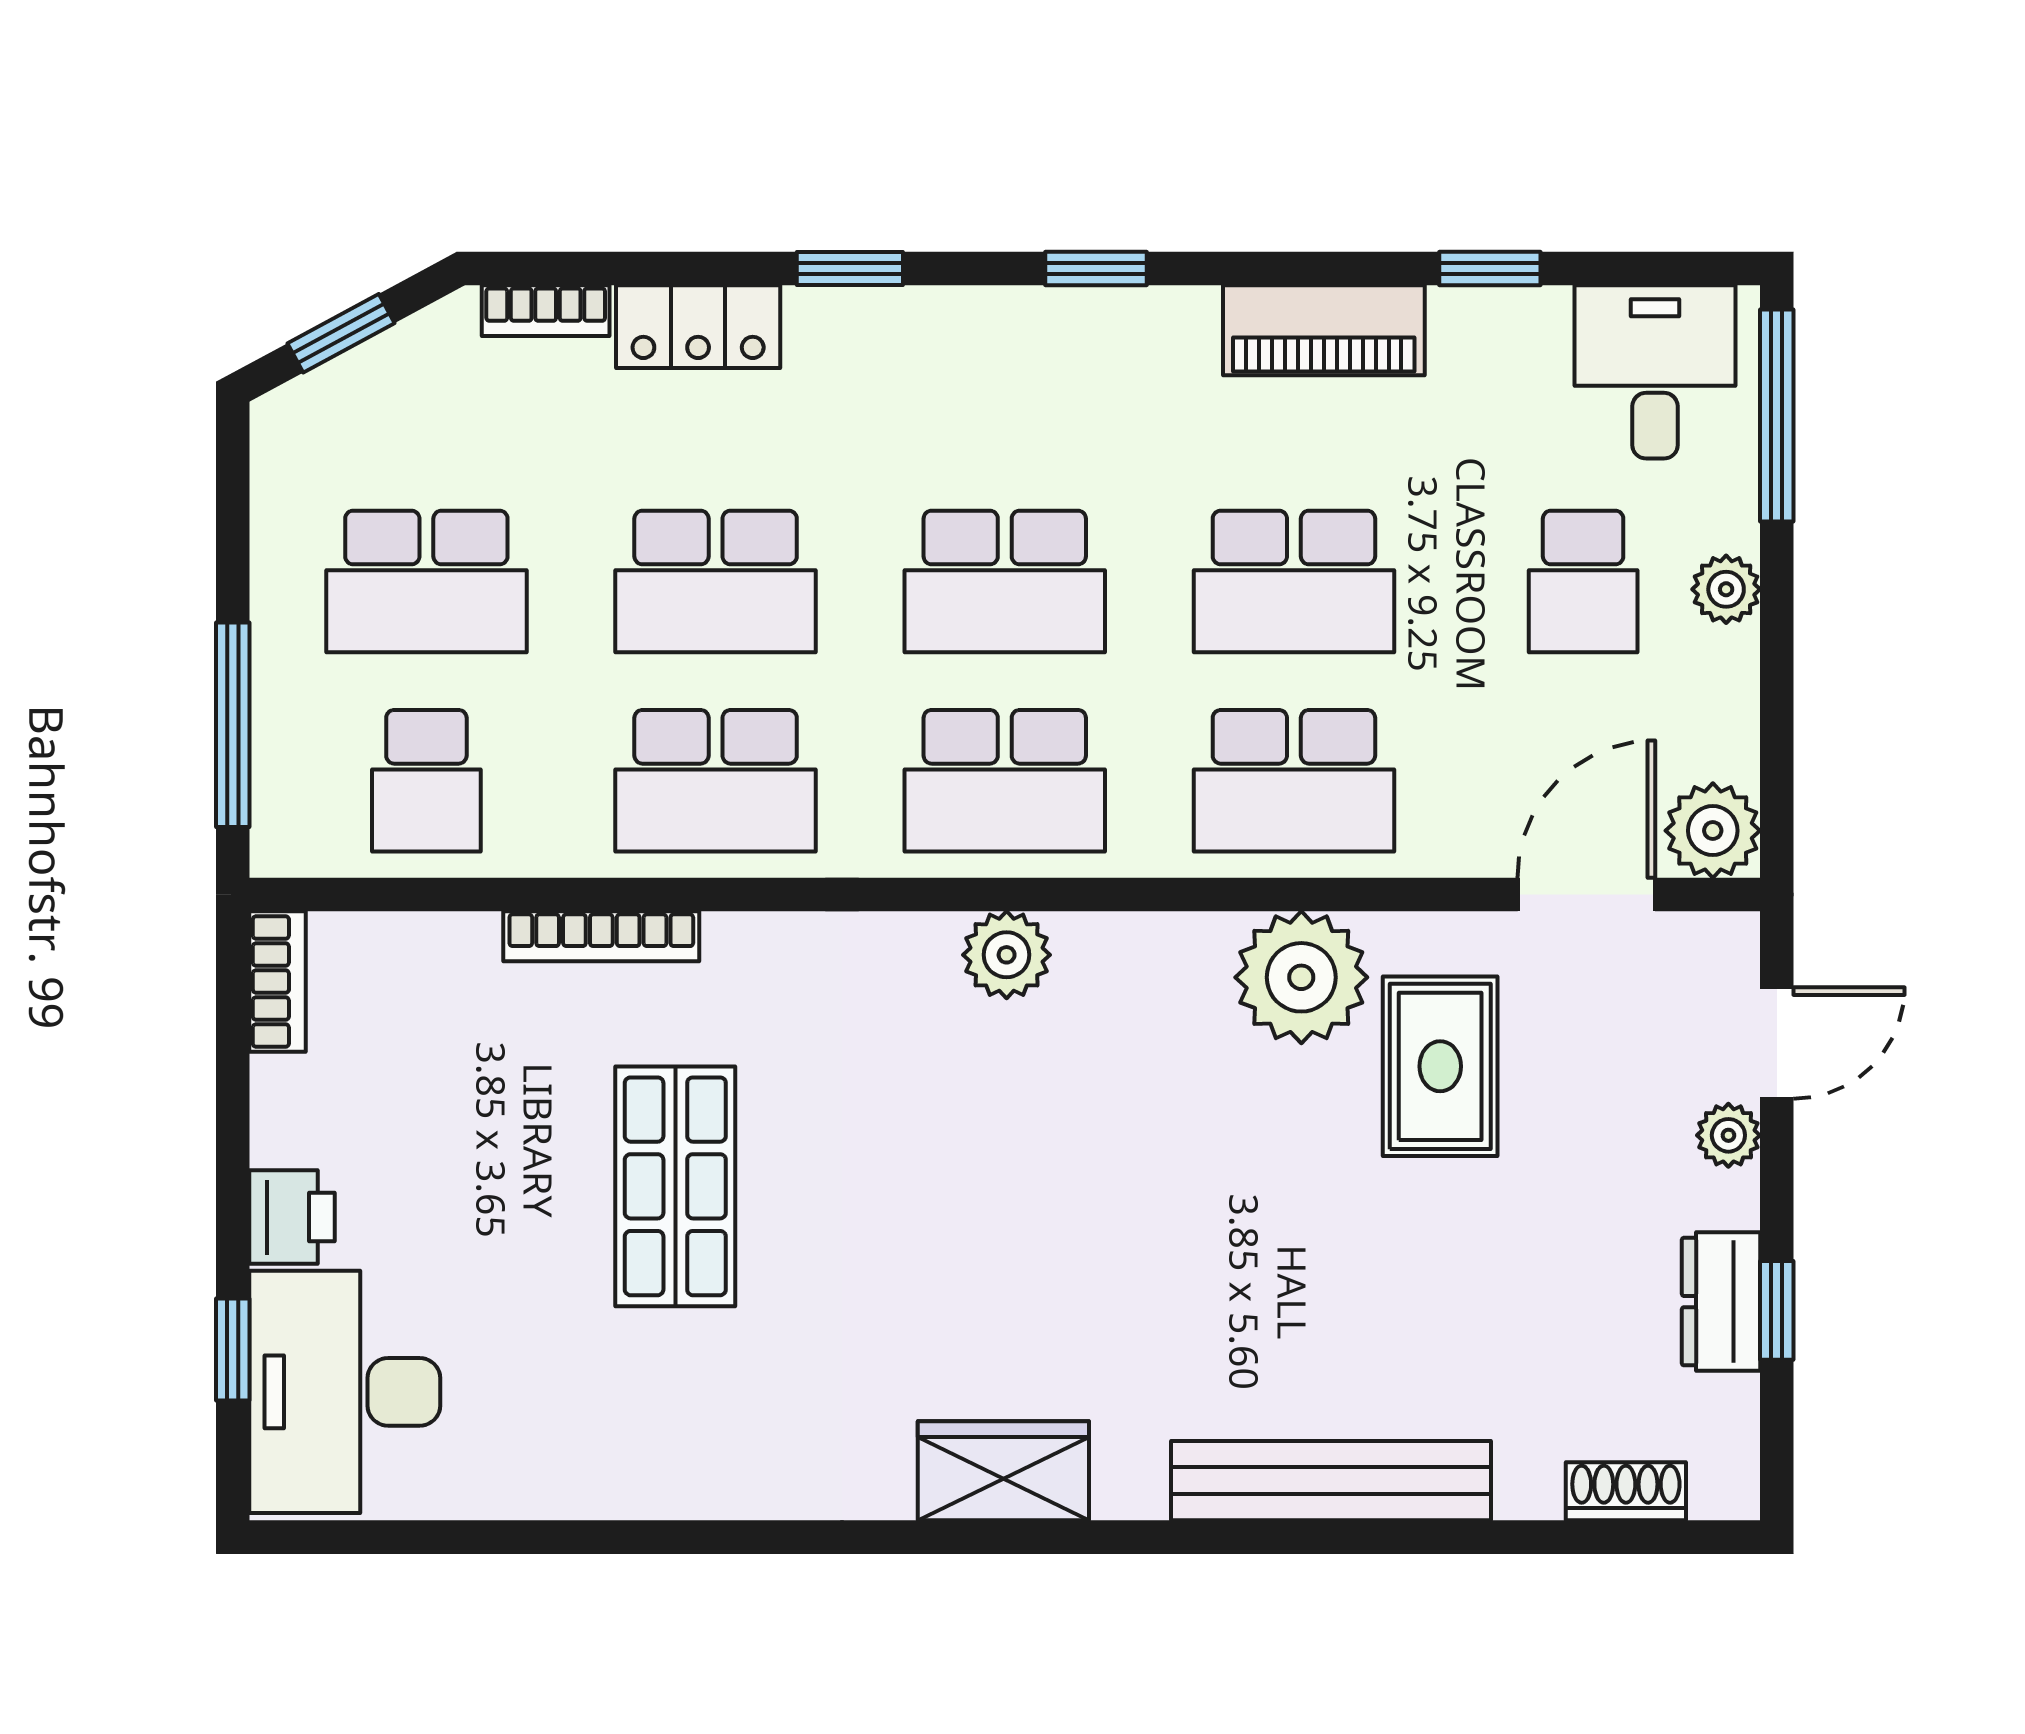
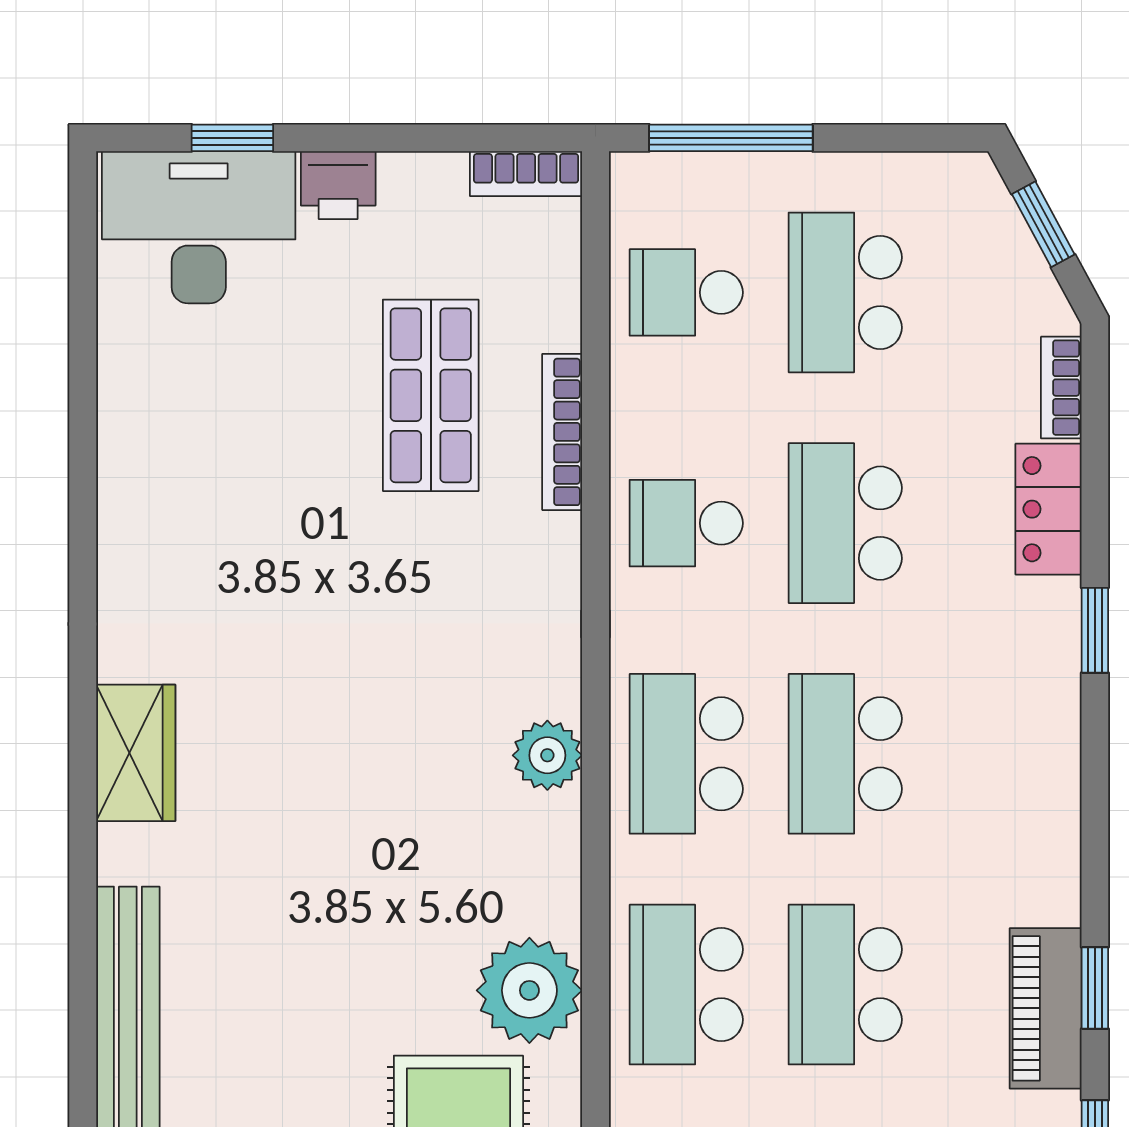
window: (1096, 269) -> (1095, 988), moved
school desk: (716, 781) -> (686, 523), width x0.54
shop shelf: (675, 1186) -> (431, 395), moved, turned 90

